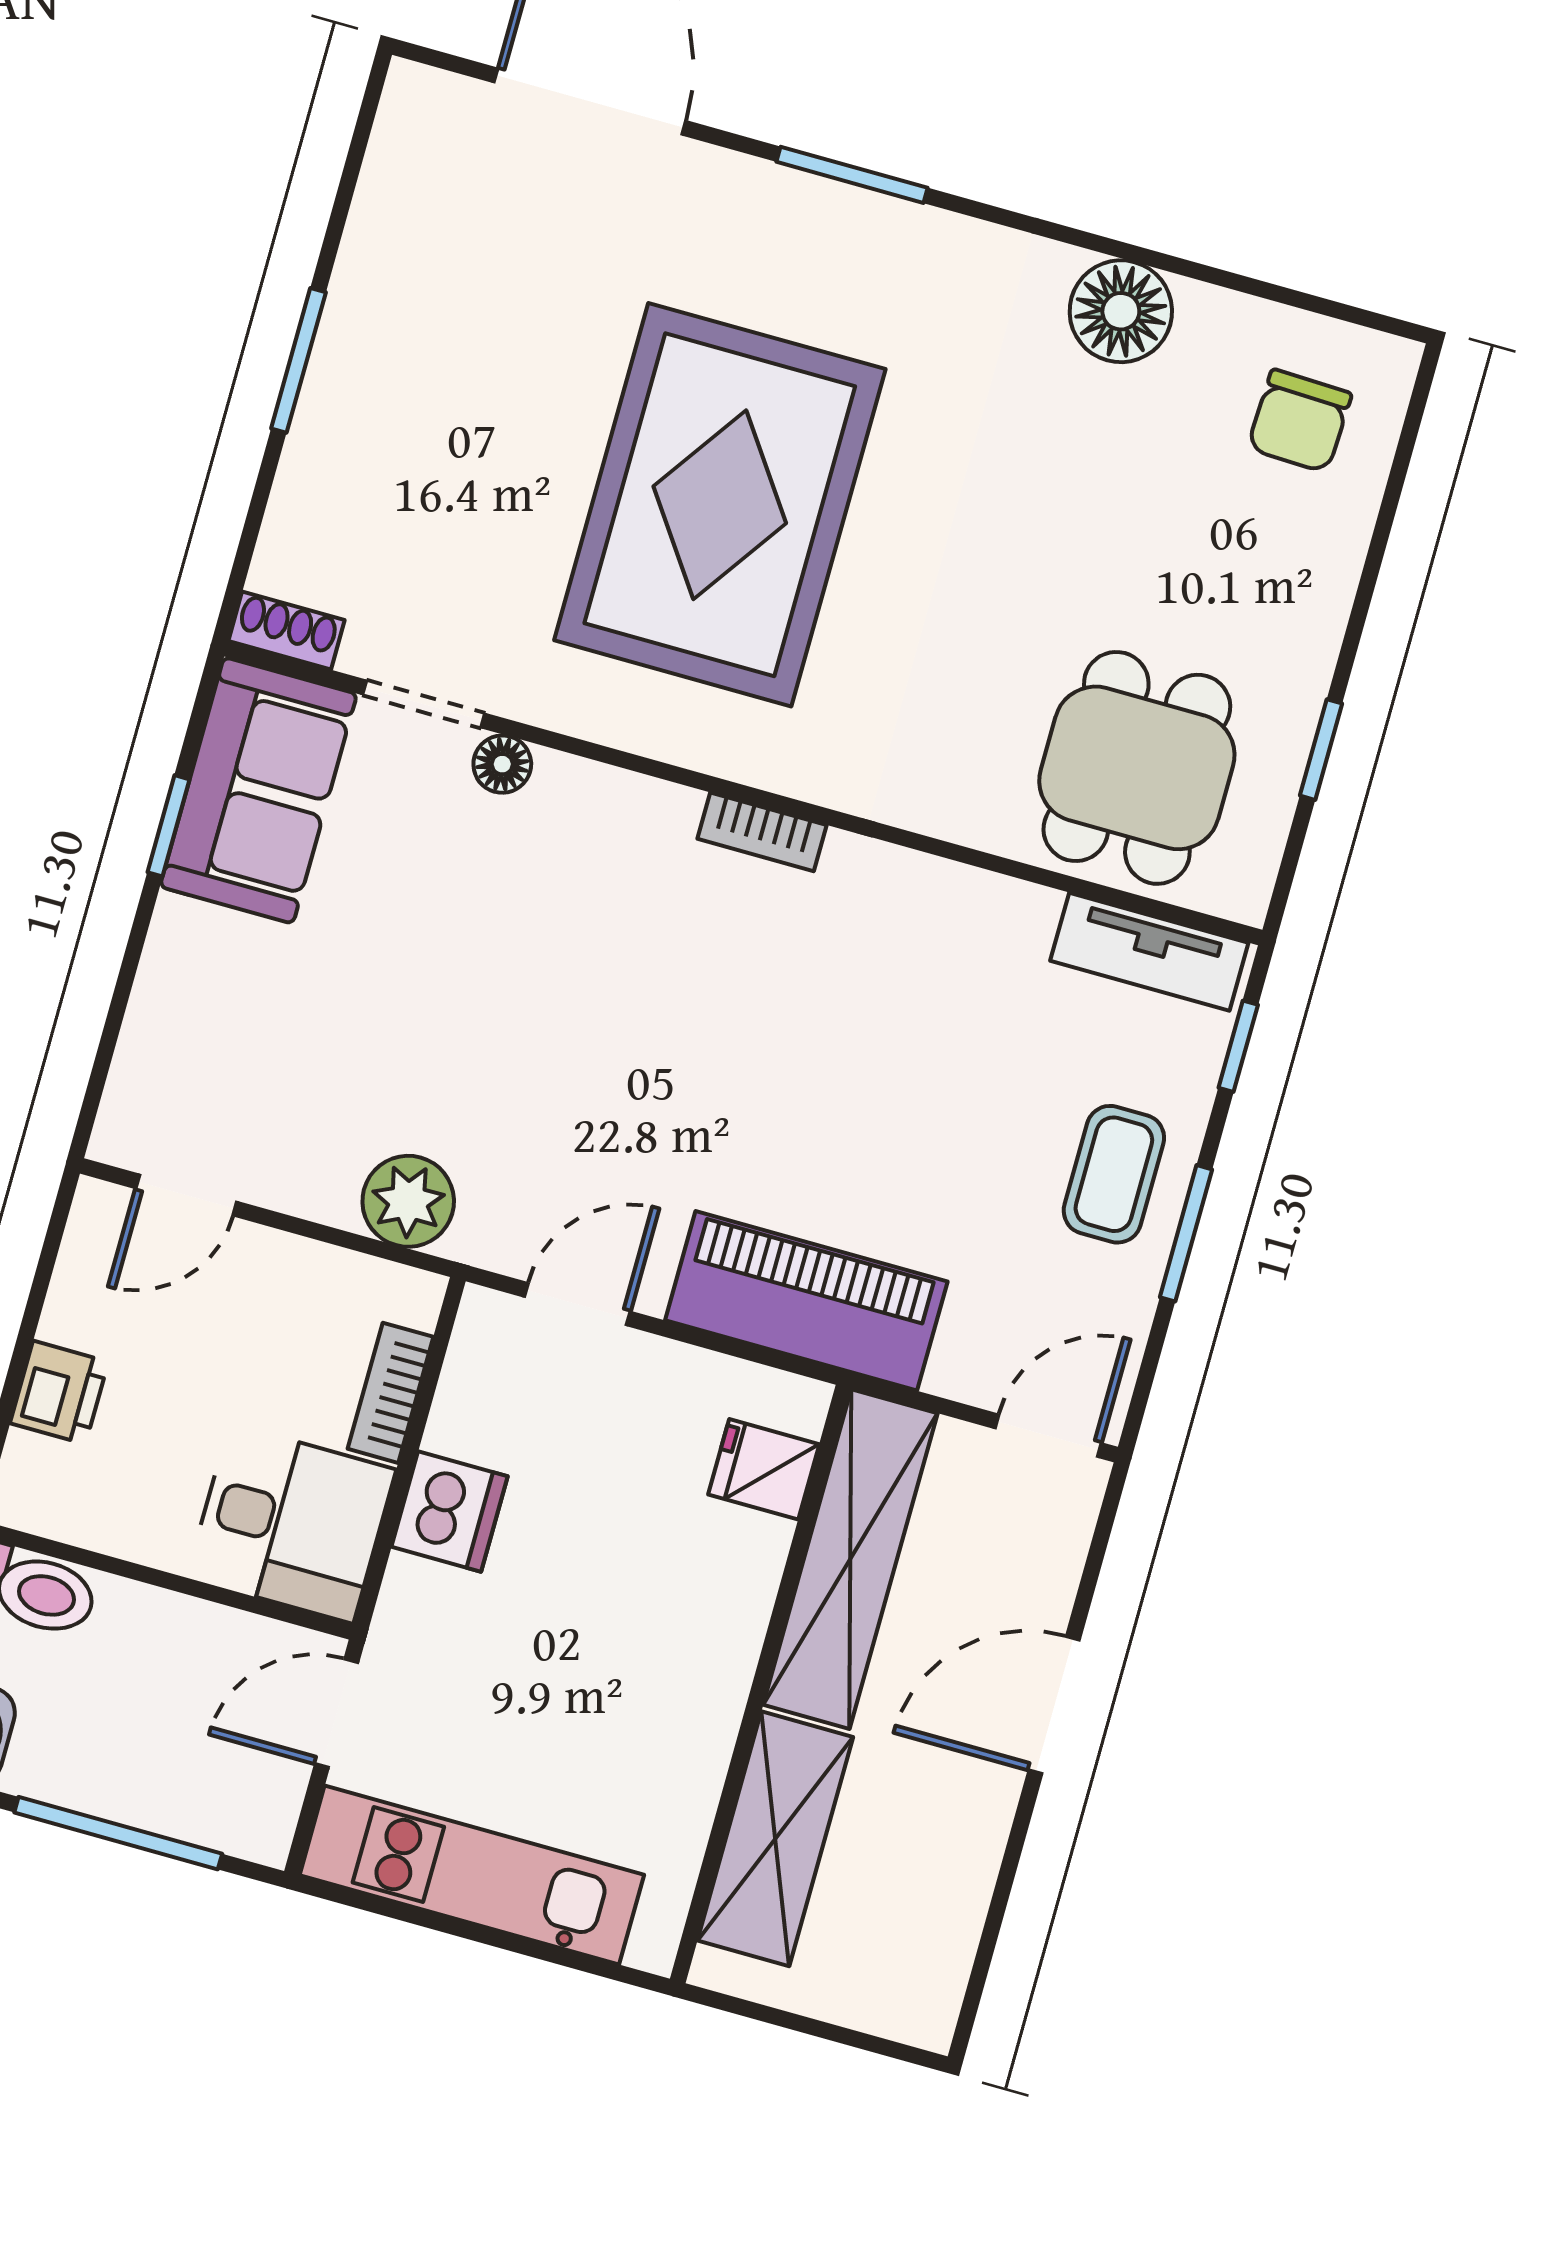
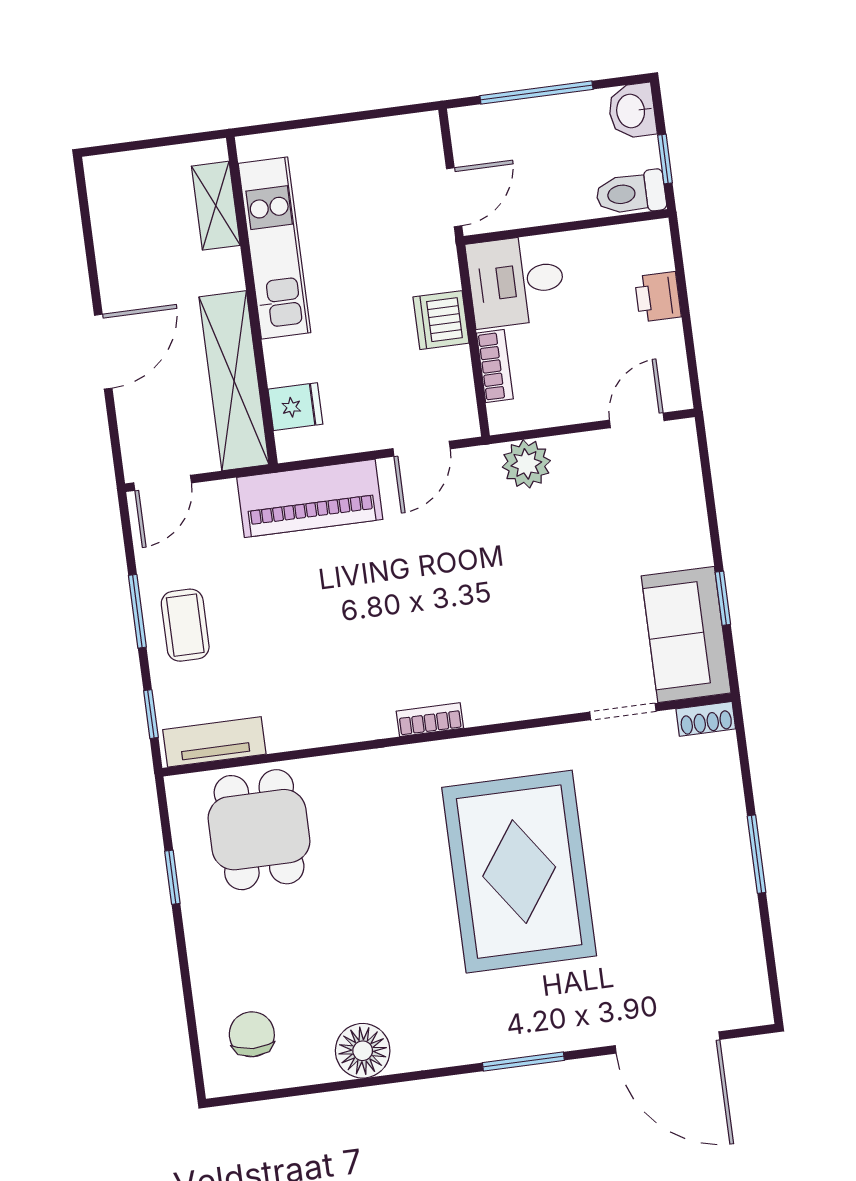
floor lamp: (502, 764) -> (572, 698), removed
shelving: (775, 1839) -> (216, 206), width x0.67, depth x0.75
kitchen unit: (472, 1875) -> (274, 248), moved, turned -90

